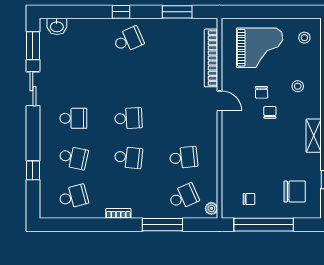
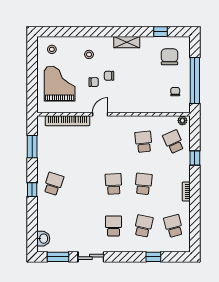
school desk: (128, 40) -> (54, 184), turned 42
window: (162, 225) -> (195, 158), width x0.46

